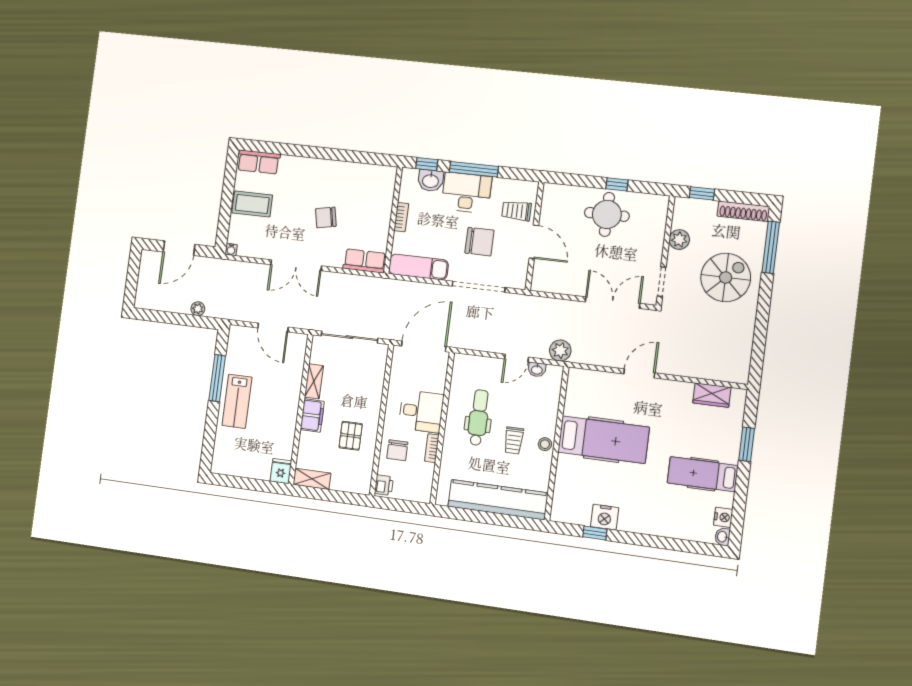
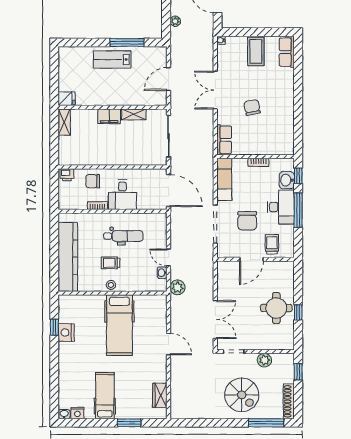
pallet: (351, 436) -> (99, 146), removed

